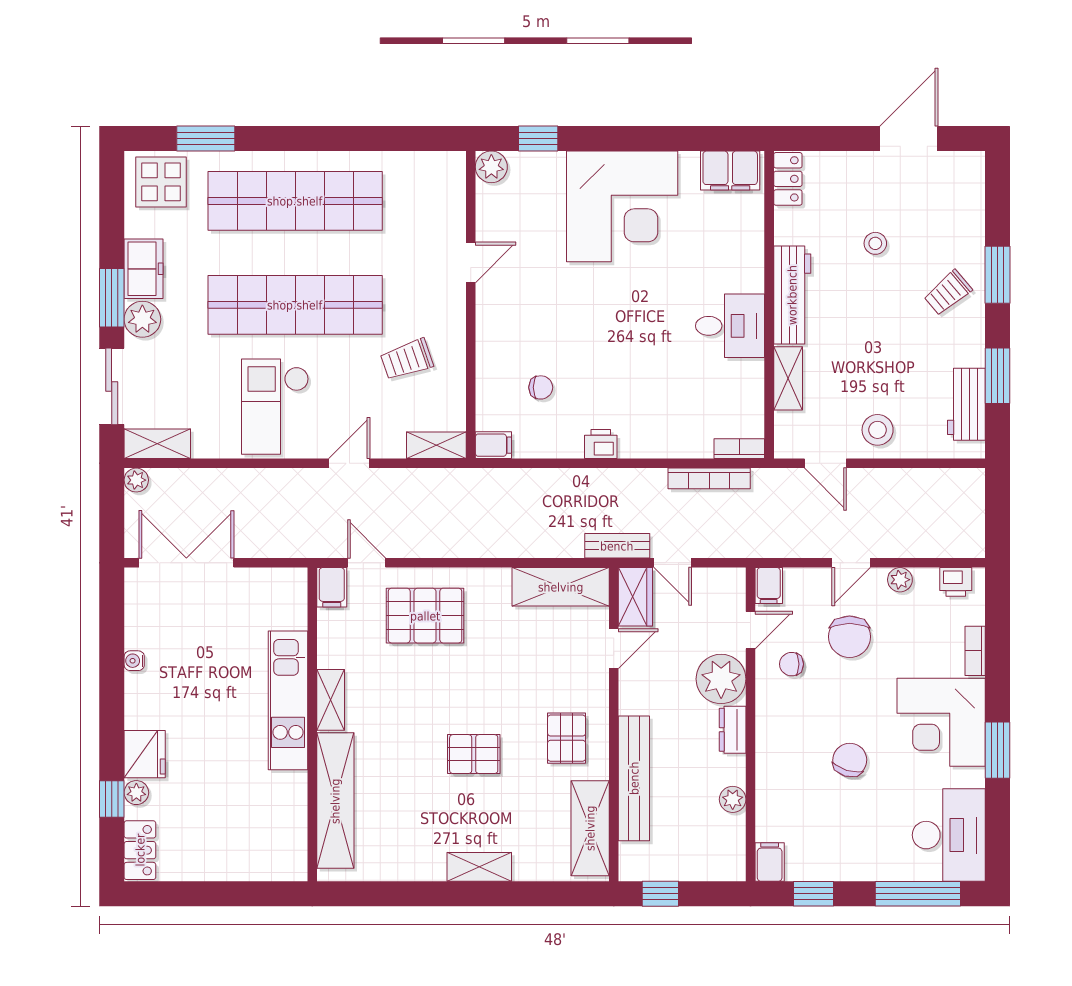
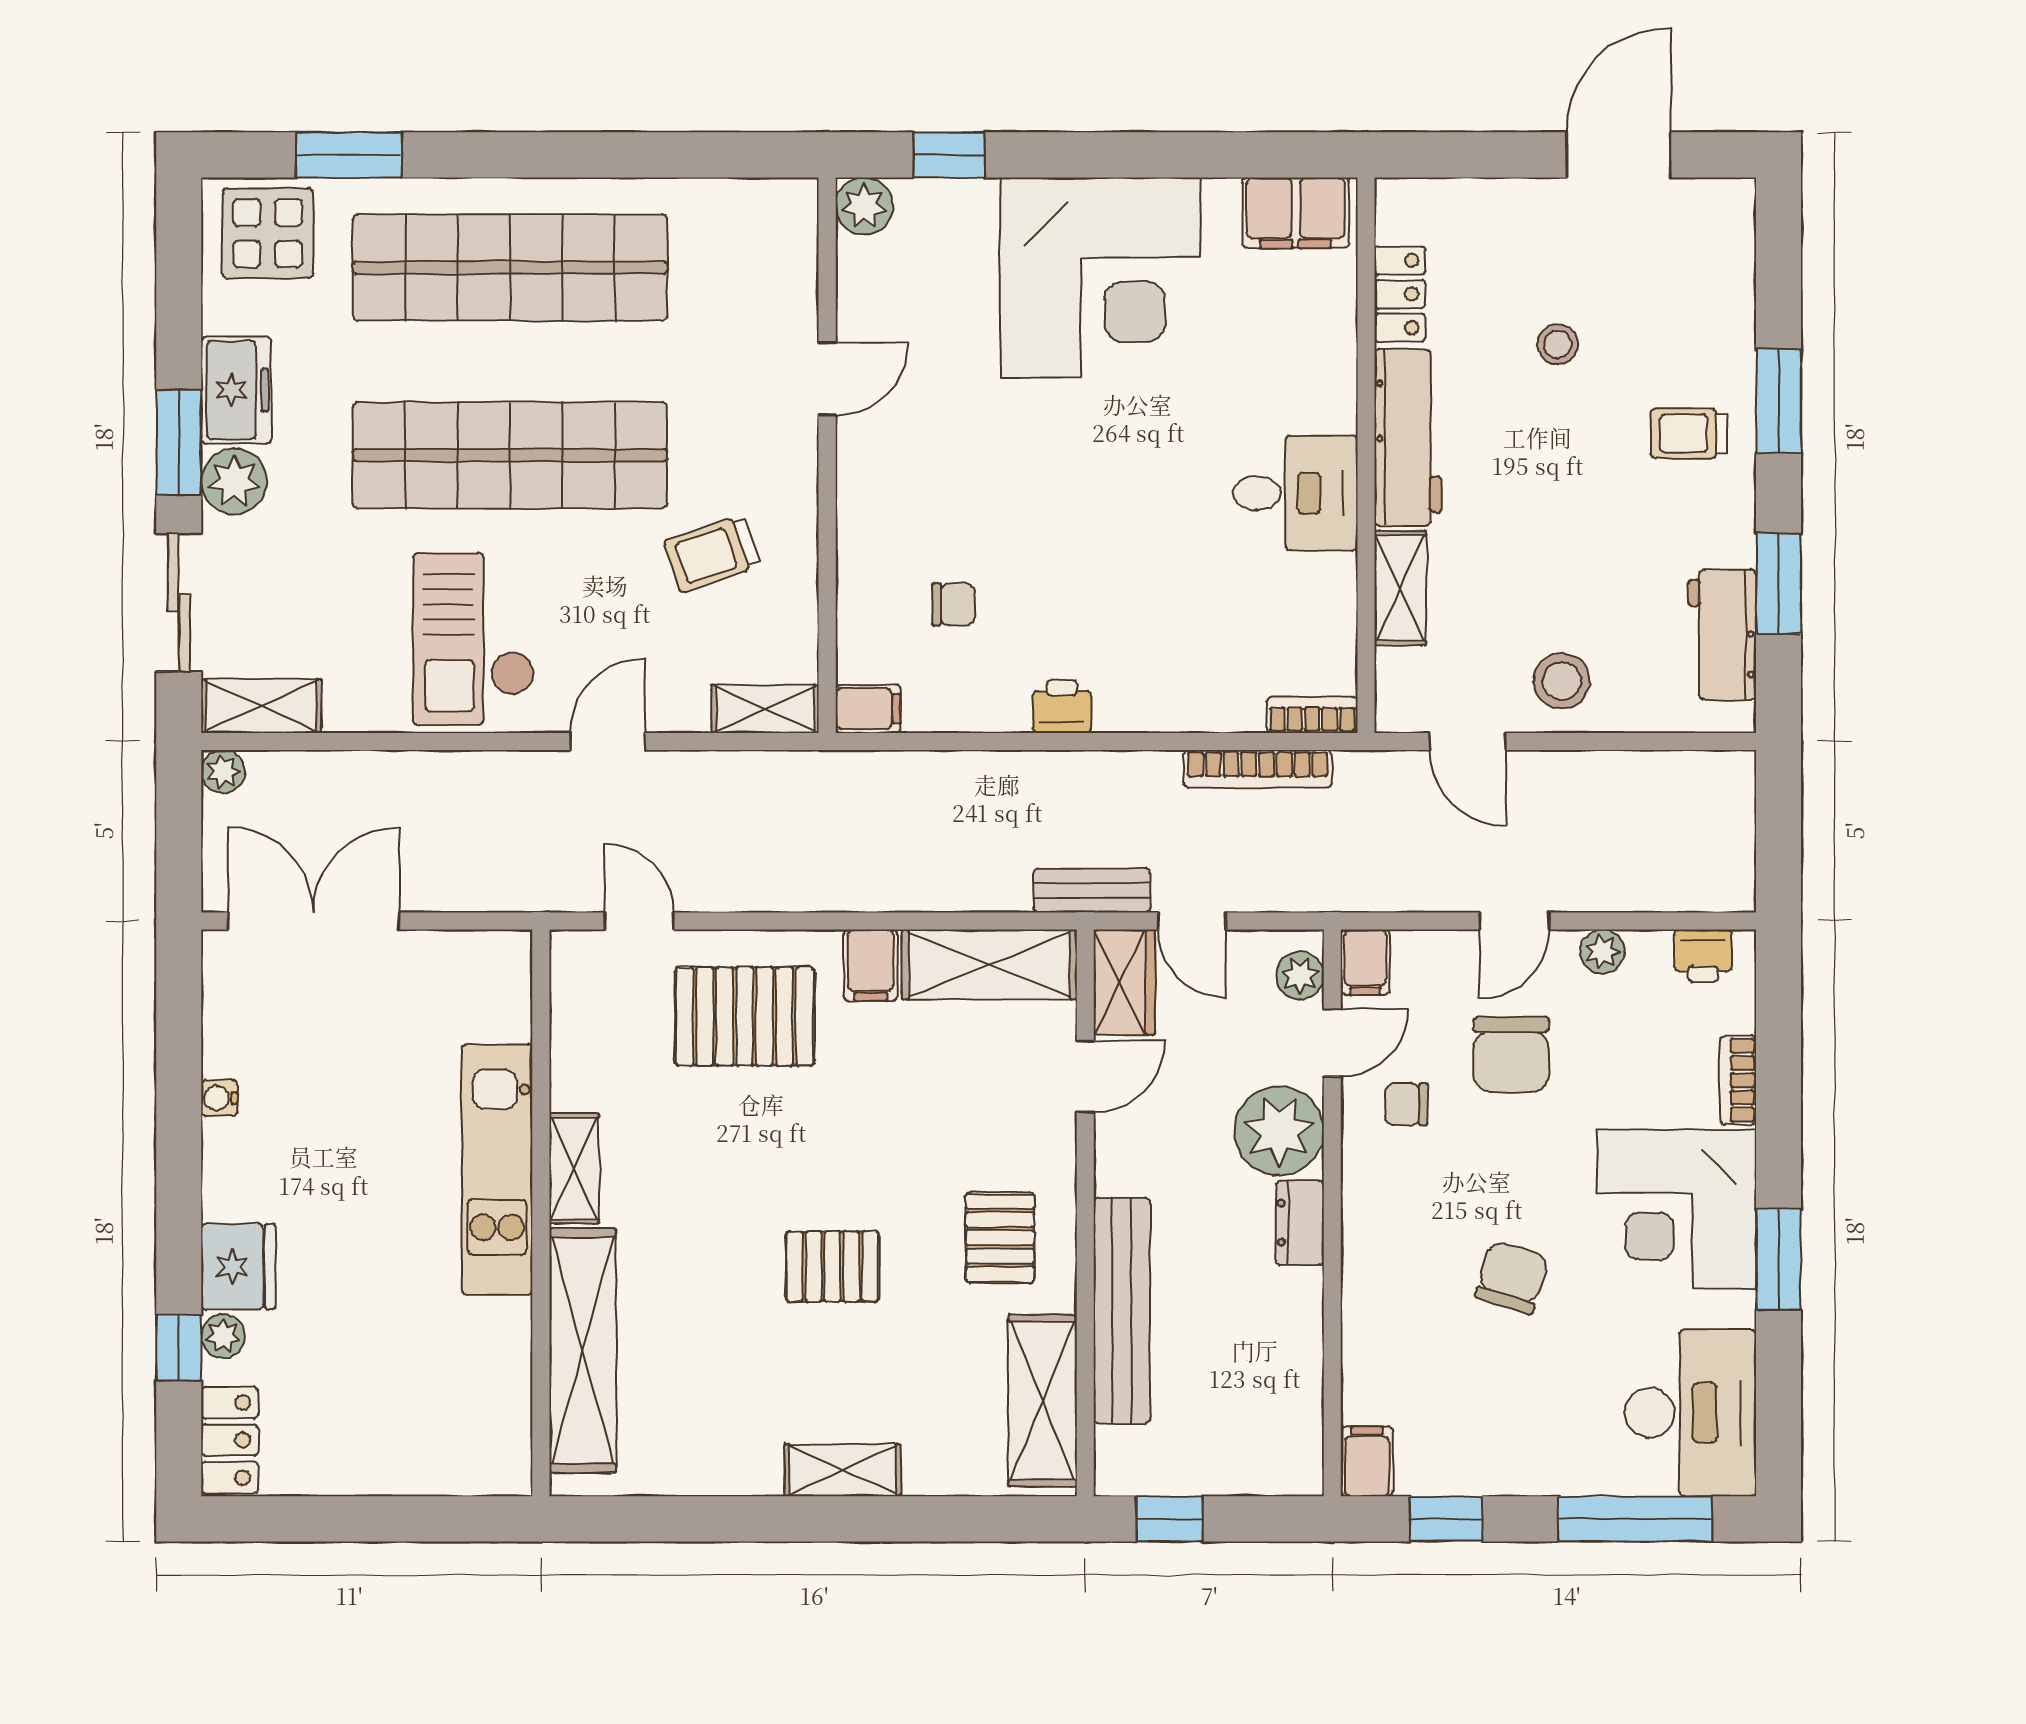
locker: (788, 179) -> (1400, 294), moved
trolley: (948, 293) -> (1689, 433), turned 40
filing cabinet: (332, 587) -> (871, 965), moved
plant: (733, 799) -> (1300, 976), moved

